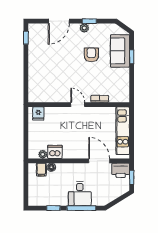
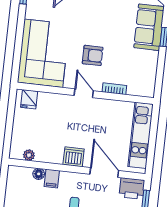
armchair: (91, 55) -> (93, 55), moved, turned 90
corner sofa: (45, 79) -> (43, 53), added
dishwasher: (55, 152) -> (74, 157), moved
filing cabinet: (41, 170) -> (52, 179), moved

